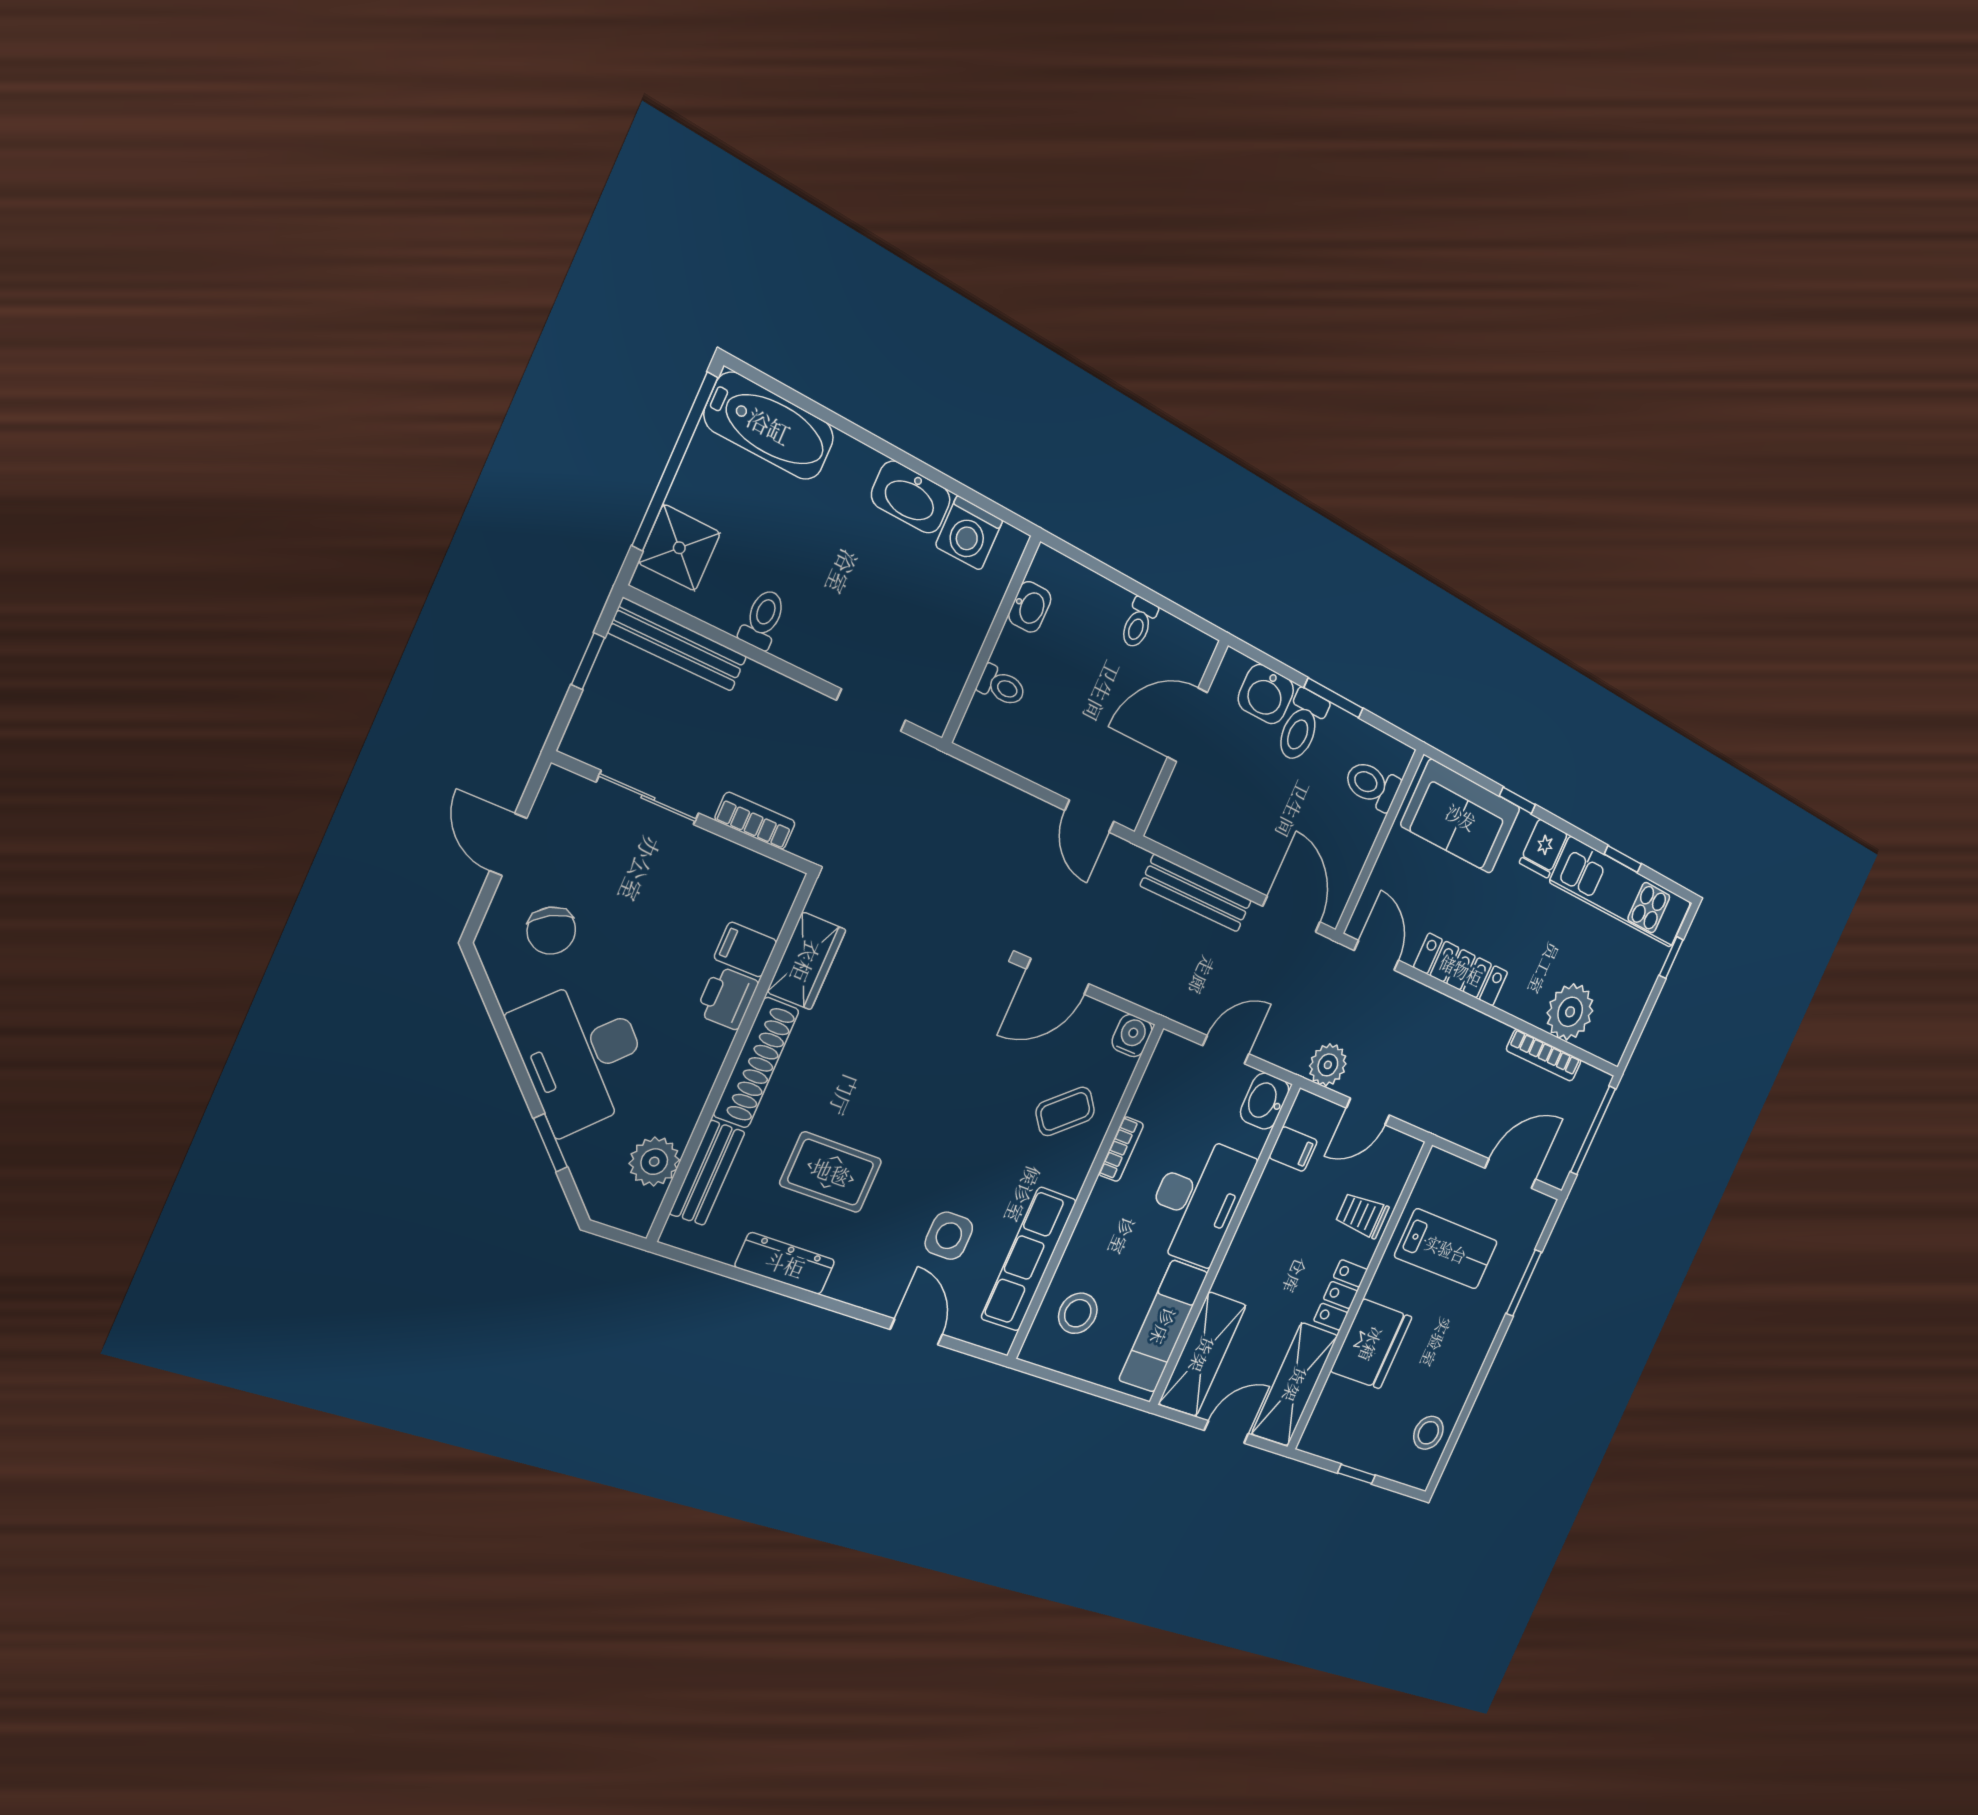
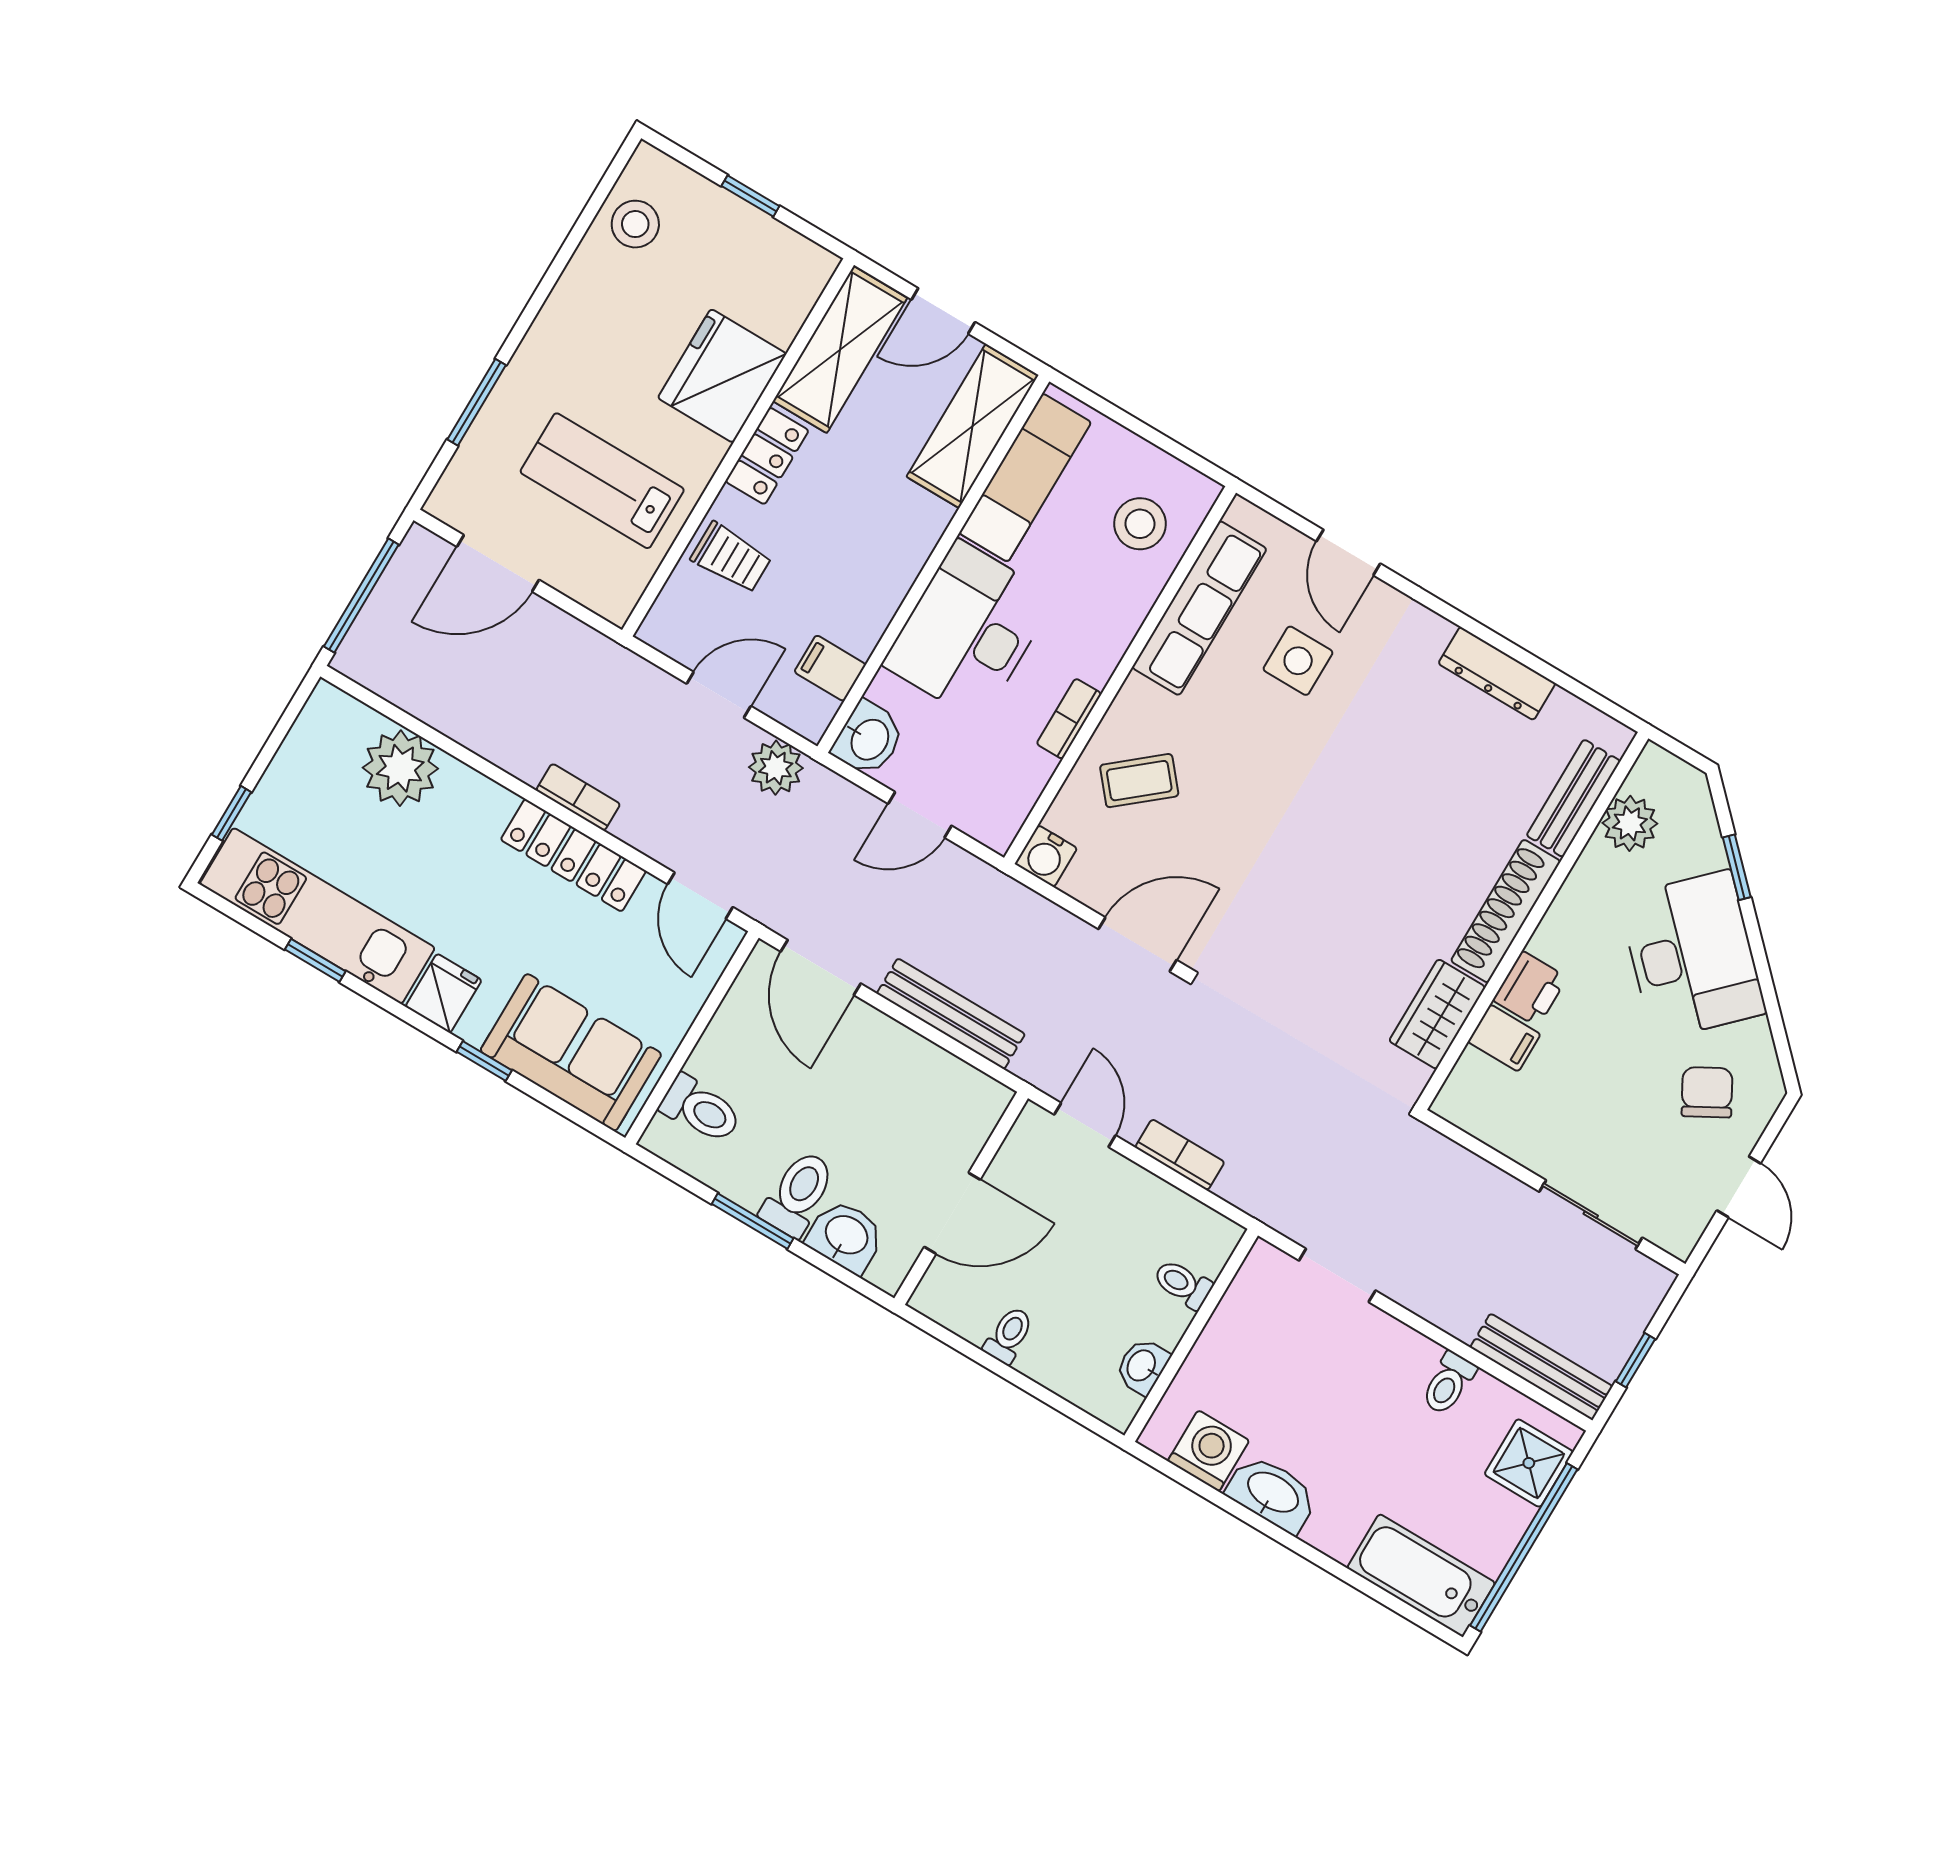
bookcase: (755, 821) -> (1180, 1155), moved, turned 180
bookcase: (1544, 1055) -> (578, 797), moved, width x0.64
rug: (831, 1172) -> (1433, 768), removed

